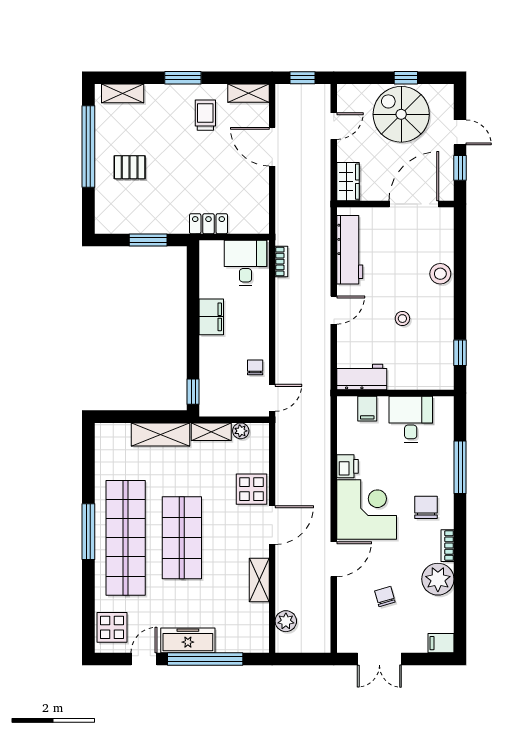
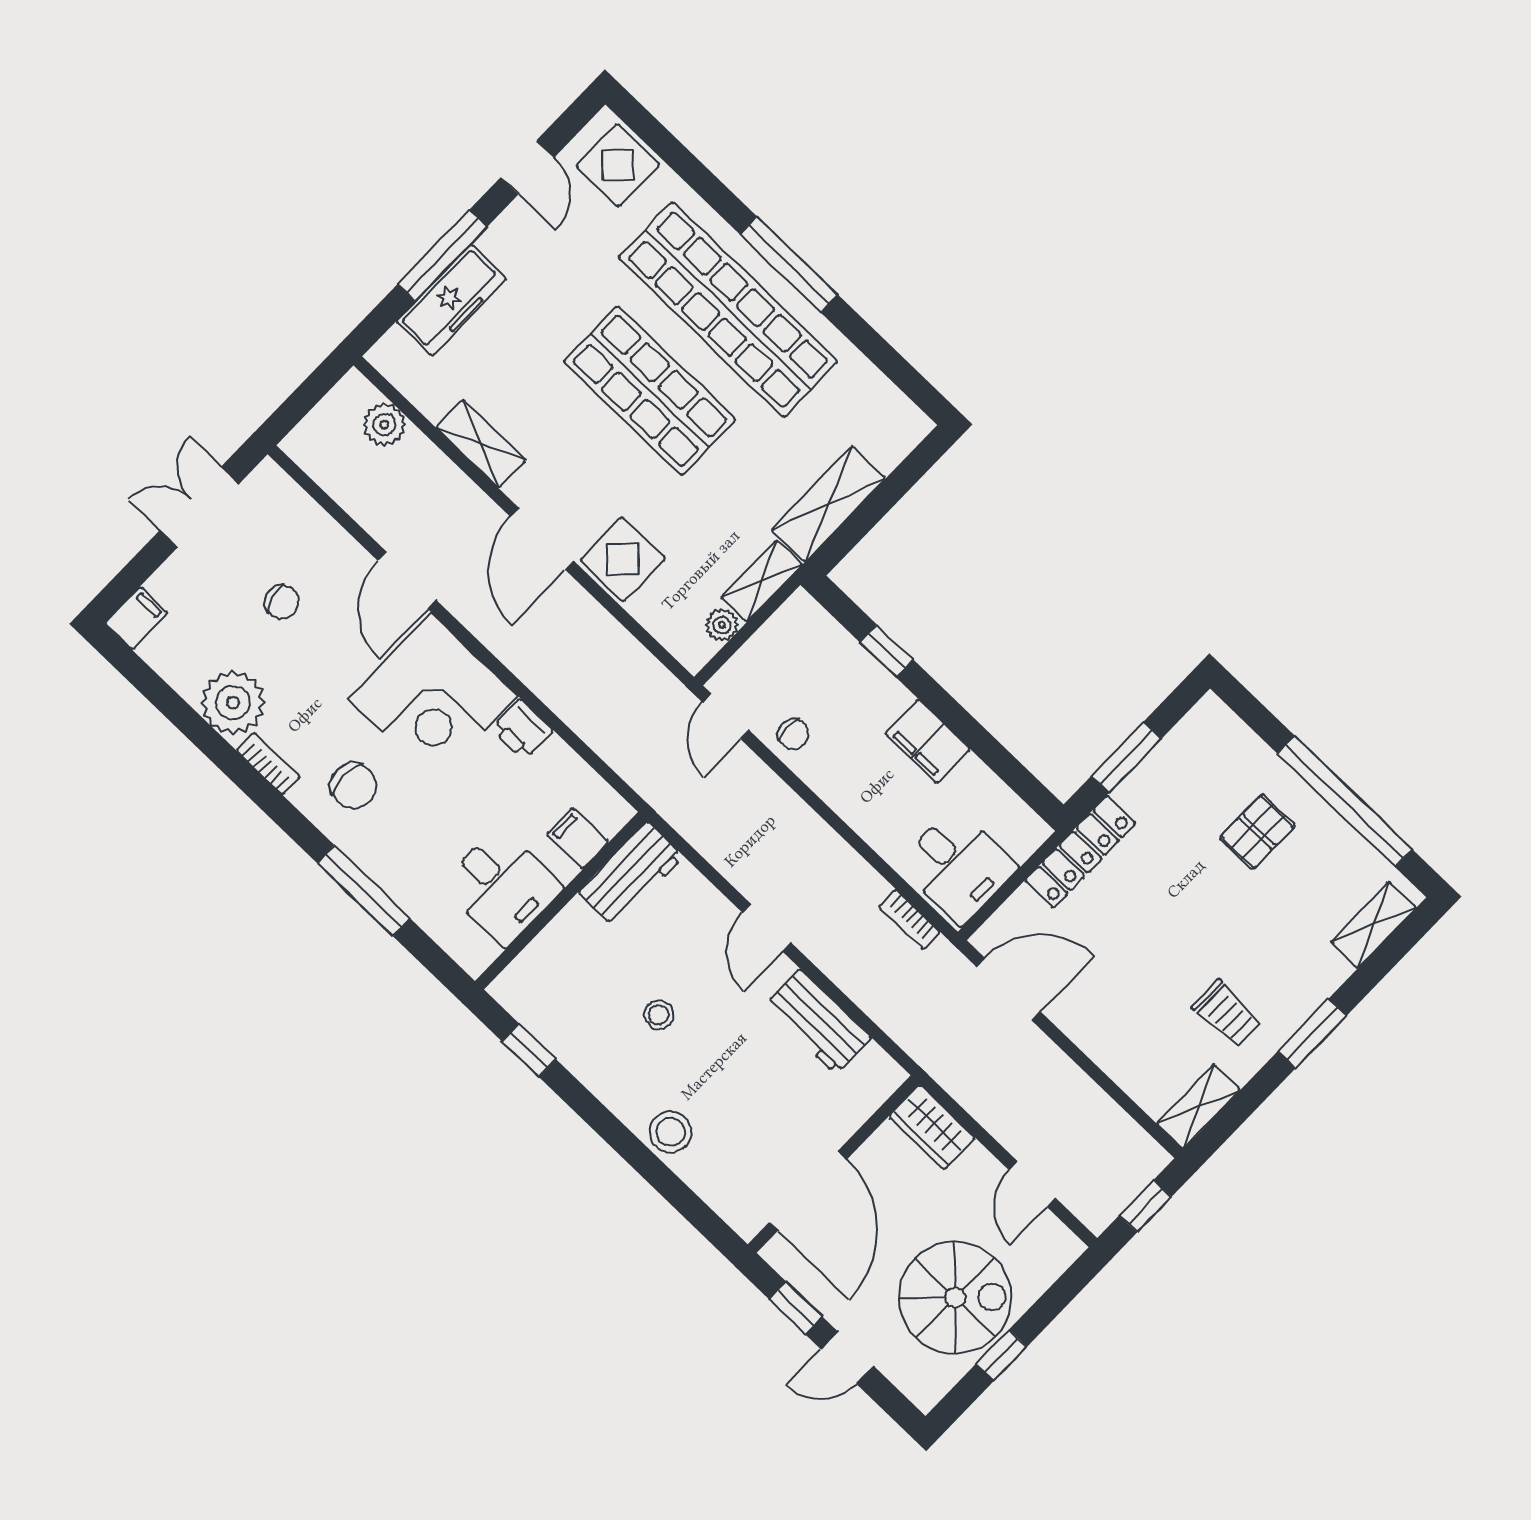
door: (272, 147) -> (1008, 989), moved
locker: (208, 224) -> (1080, 852), width x1.53
workbench: (350, 250) -> (818, 1022), width x0.73
window: (193, 392) -> (887, 651), moved
freezer: (188, 640) -> (451, 300), moved
window: (205, 659) -> (442, 255), width x0.68

